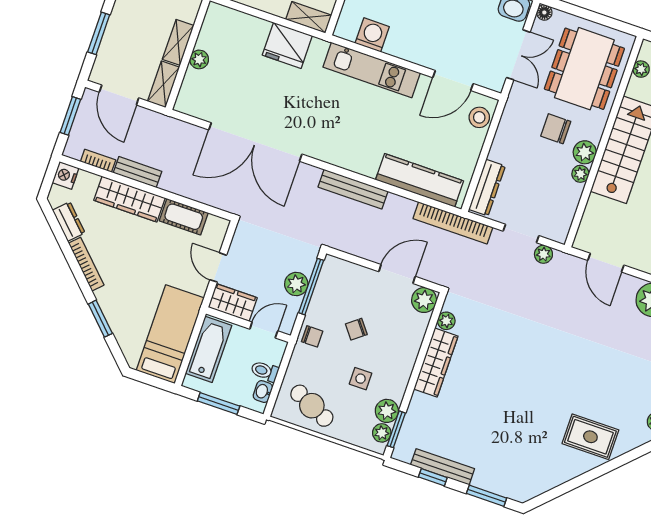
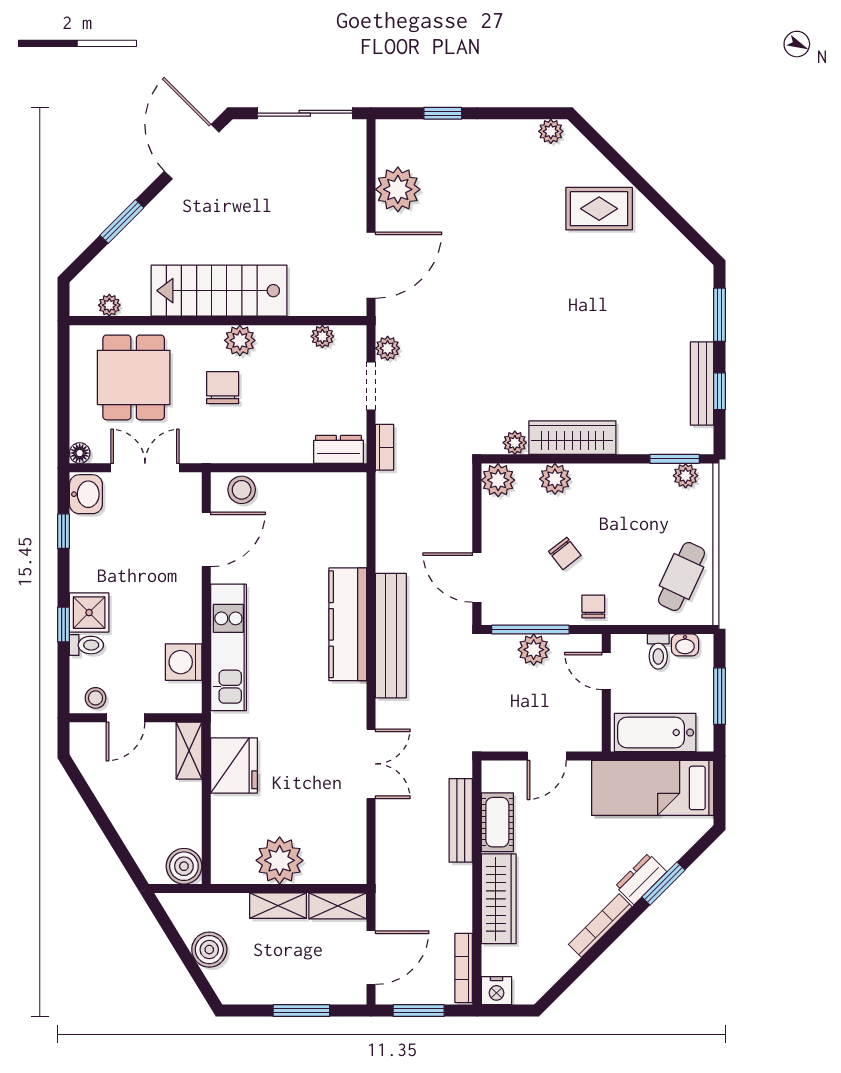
plant: (199, 59) -> (280, 860), width x1.88, depth x1.88
dining table: (584, 69) -> (134, 377), width x0.73
door: (453, 81) -> (206, 539), hinge flipped
chair: (556, 129) -> (223, 388), turned 180
double door: (255, 142) -> (371, 764), width x0.54
bookcase: (98, 161) -> (464, 968), width x1.56
bench: (138, 172) -> (461, 820), moved, width x1.36
plant: (580, 174) -> (322, 336), moved
kitchen counter: (420, 180) -> (348, 624), moved
dresser: (487, 188) -> (338, 449), width x0.70
bench: (353, 189) -> (391, 636), width x1.37, depth x1.21
dresser: (69, 221) -> (641, 879), moved
bookcase: (453, 223) -> (384, 447), width x0.43, depth x0.76
door: (606, 263) -> (371, 265), width x1.36
door: (397, 274) -> (477, 578), moved
wardrobe: (233, 302) -> (585, 722), removed
side table: (361, 379) -> (626, 526), removed
plant: (387, 411) -> (555, 479), moved
rug: (590, 437) -> (599, 209), turned 90

